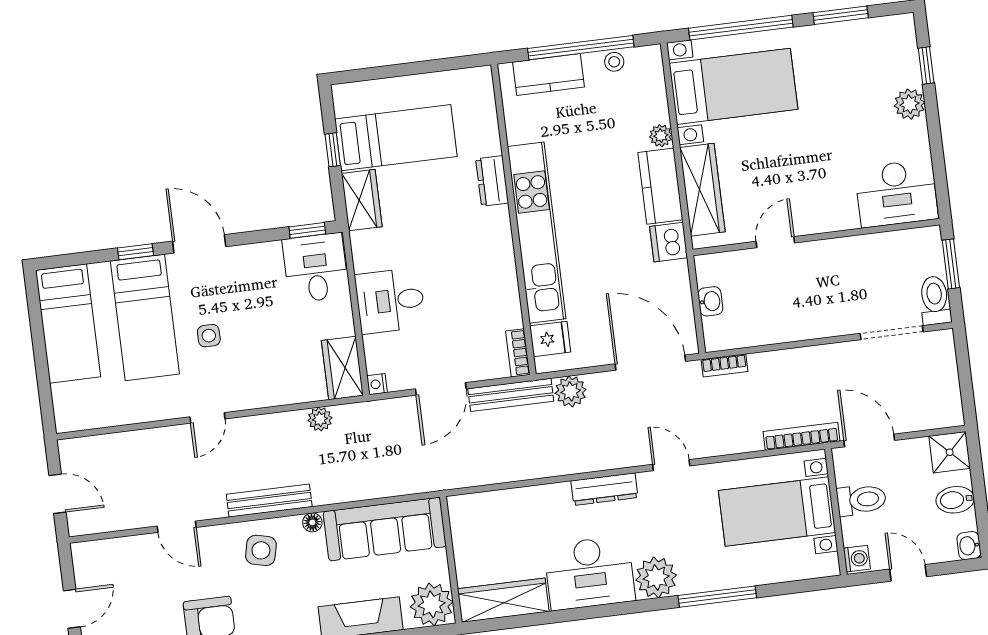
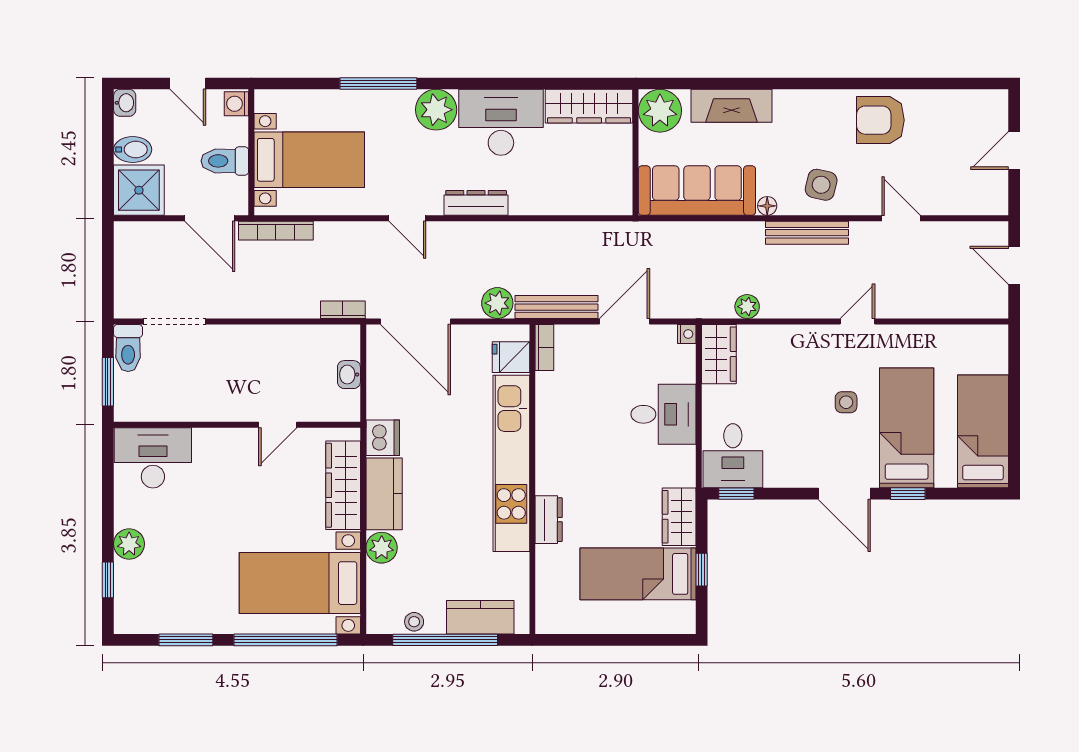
plant: (661, 136) -> (382, 548), width x1.38, depth x1.38
shower: (950, 452) -> (139, 190), width x1.36, depth x1.36

